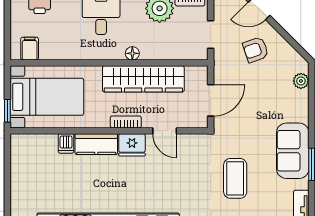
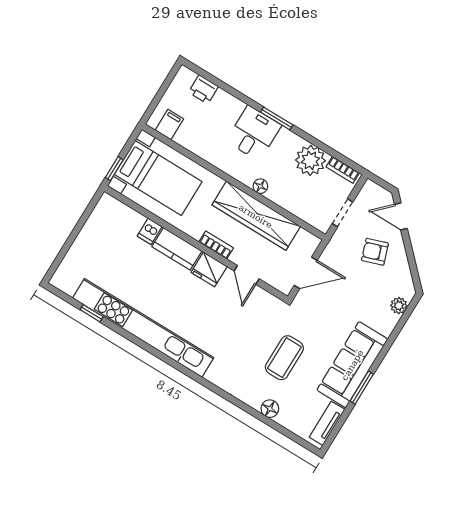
sofa: (293, 151) -> (352, 365), width x1.36

